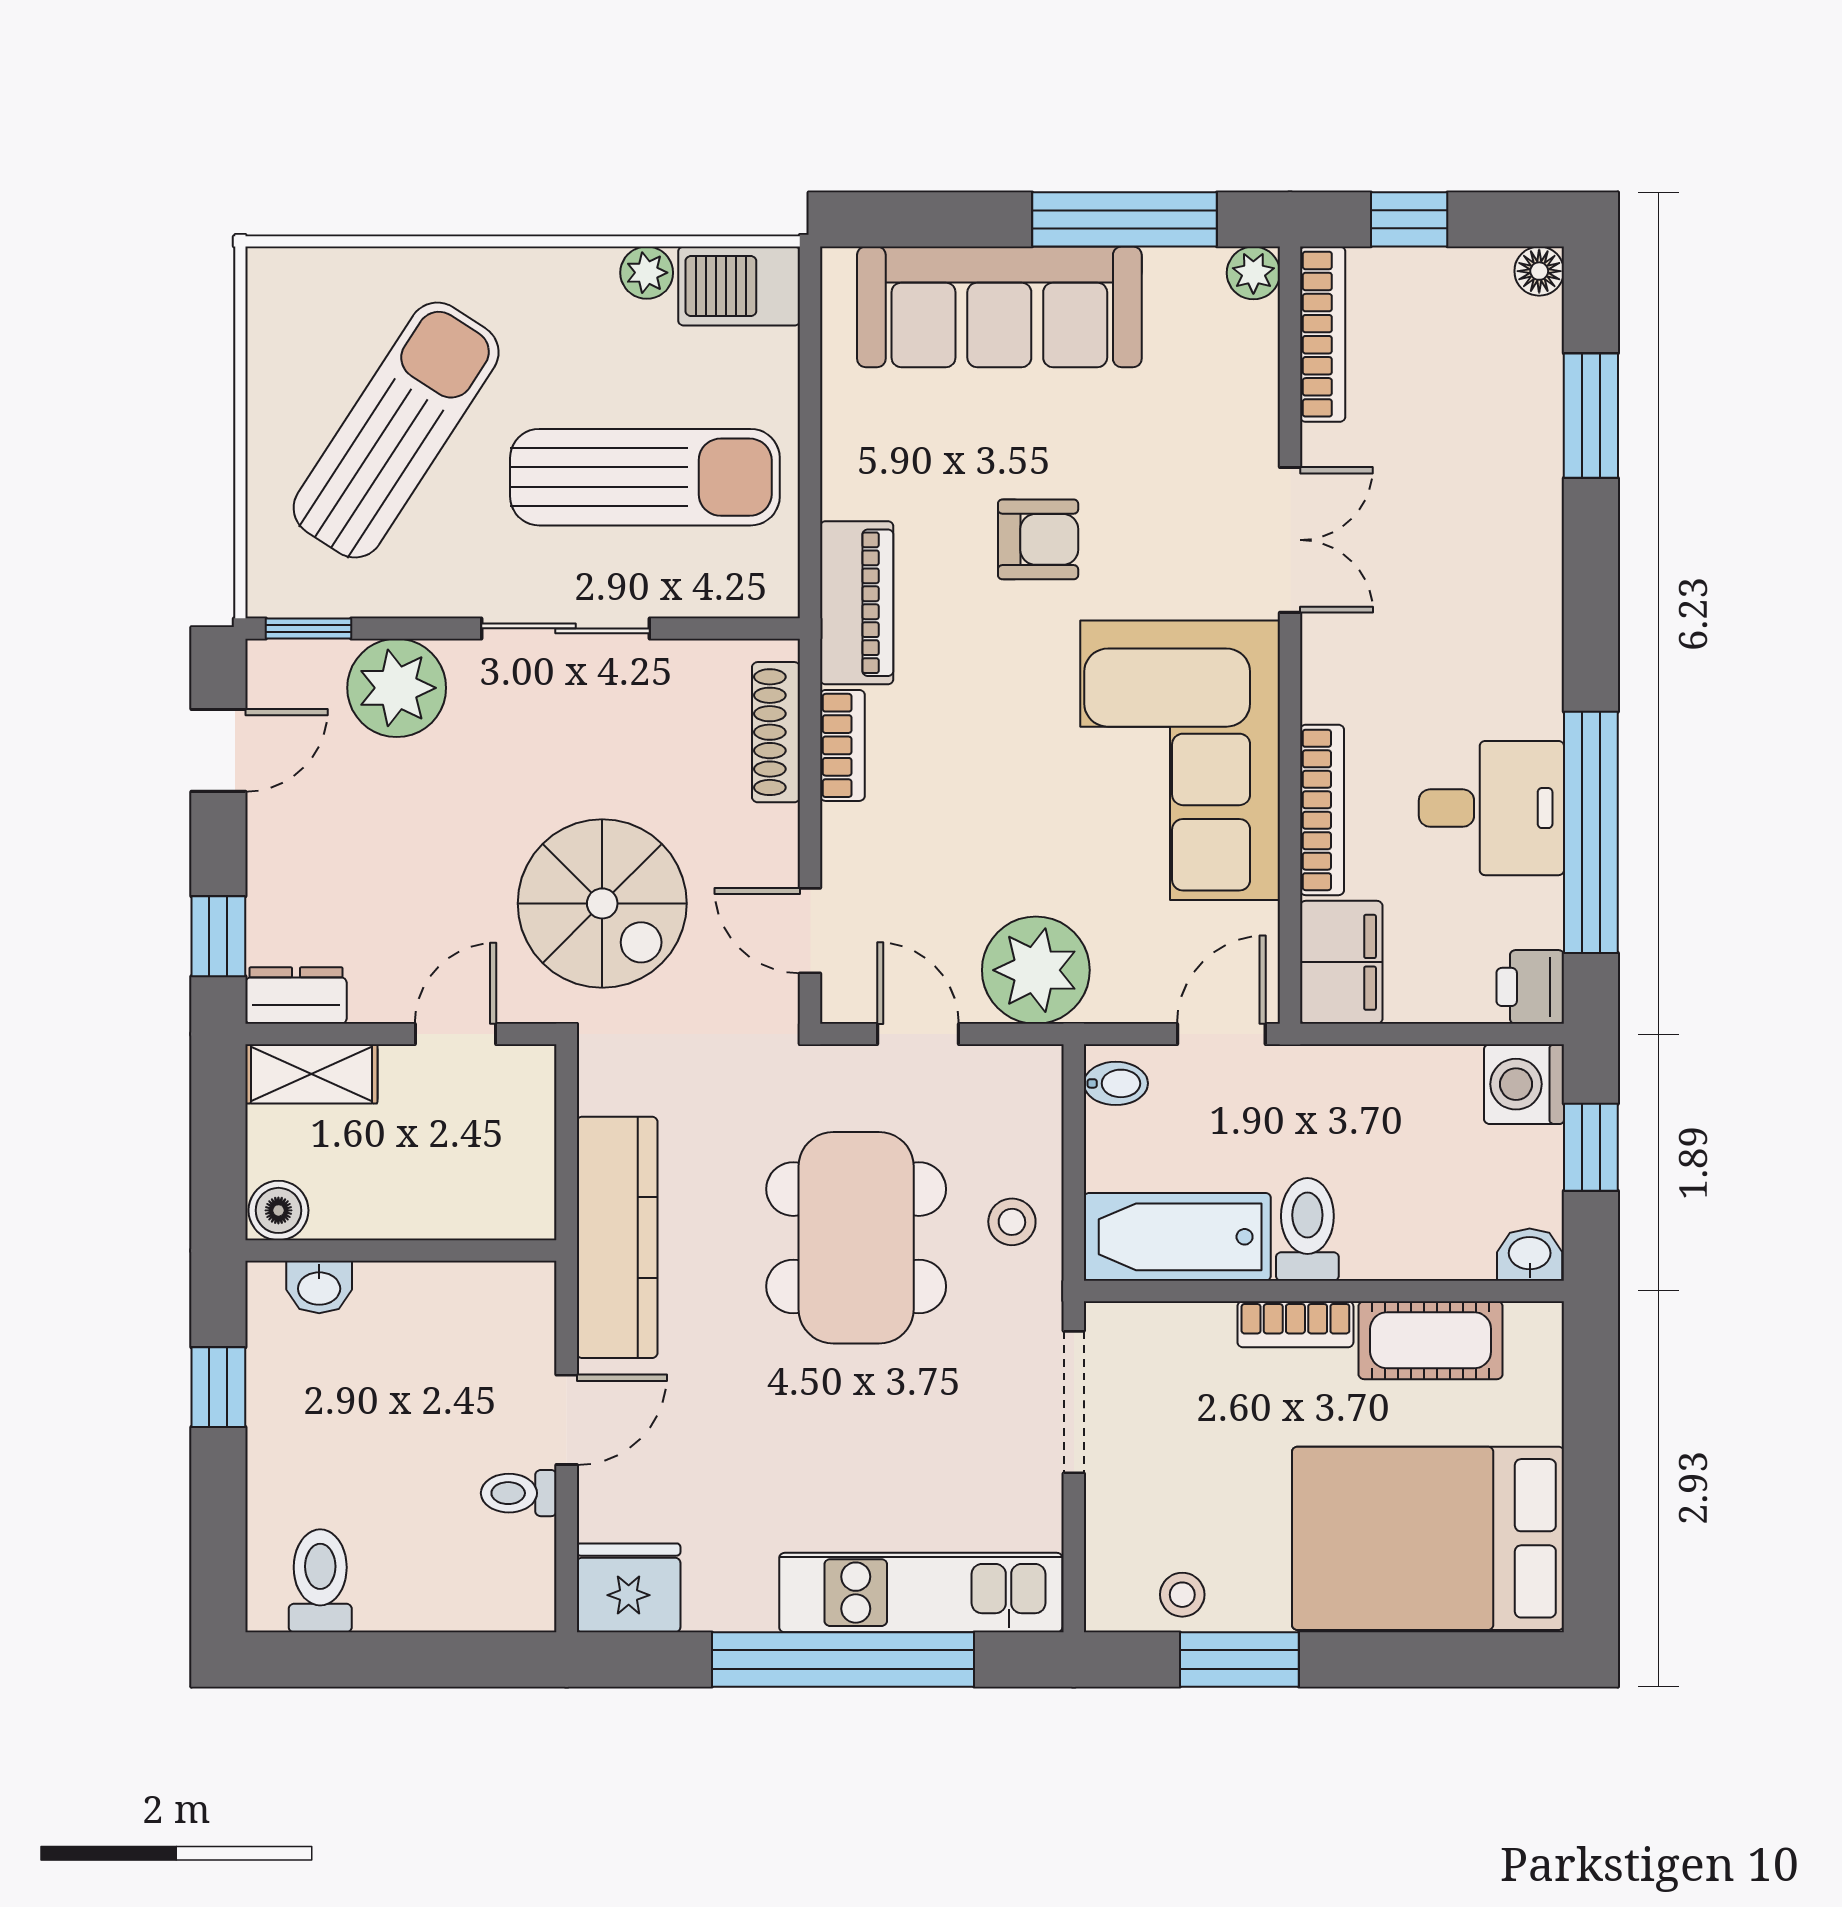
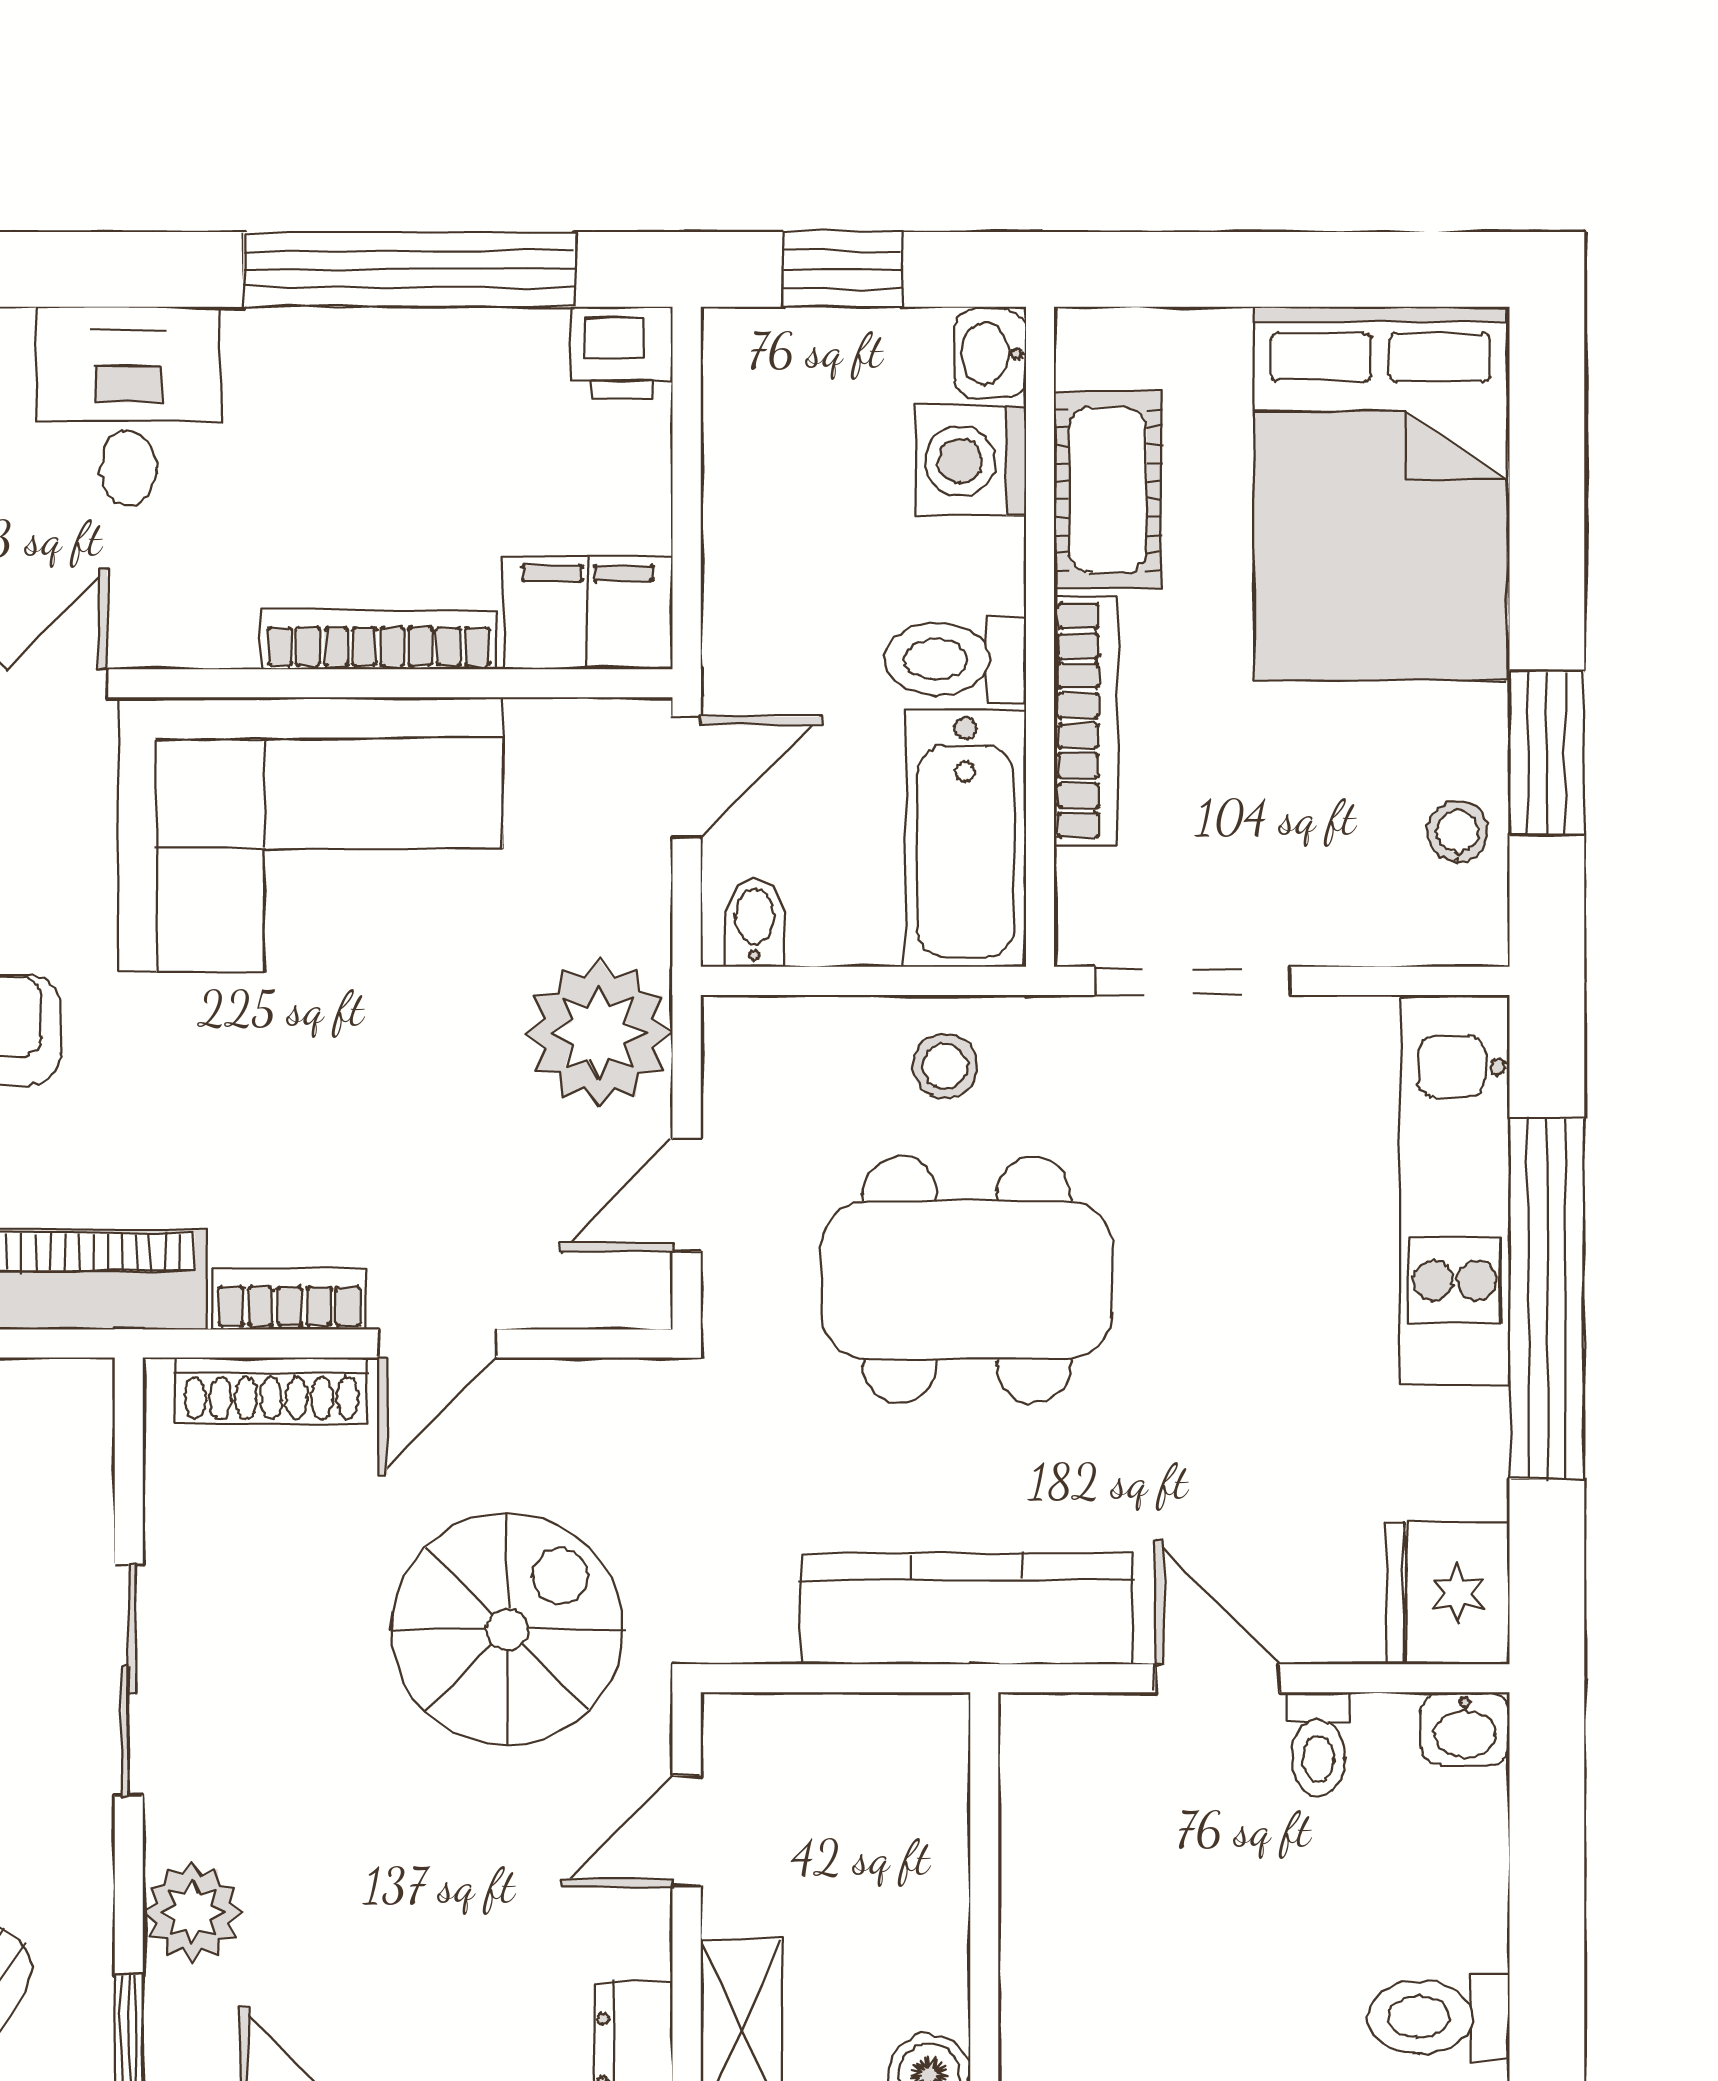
plant: (397, 688) -> (192, 1912), width x0.73, depth x0.73
desk: (1491, 808) -> (128, 406), moved
door: (810, 931) -> (437, 1344), moved
door: (455, 1034) -> (687, 1831), hinge flipped
door: (1221, 1034) -> (687, 778), swing flipped
washing machine: (1524, 1084) -> (971, 461), moved, turned 90
washbasin: (319, 1287) -> (1465, 1729), moved, turned 90
bookcase: (1295, 1324) -> (1086, 721), width x1.56

